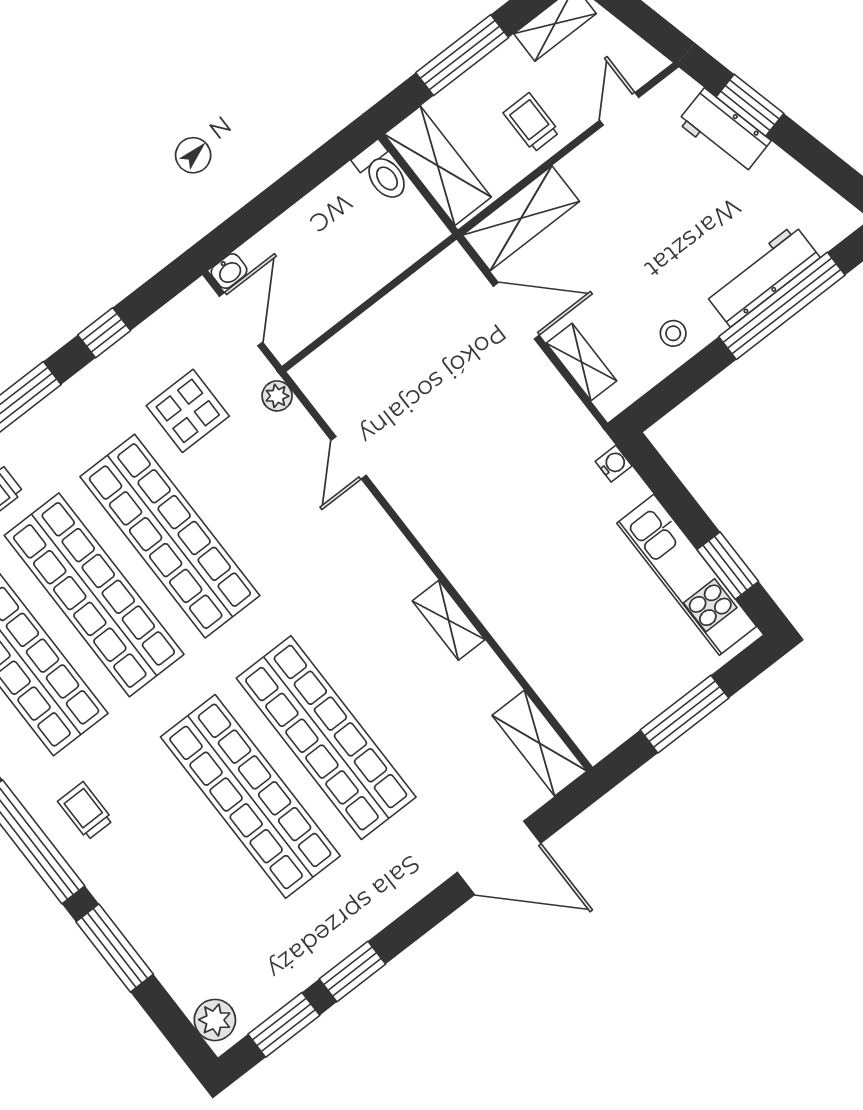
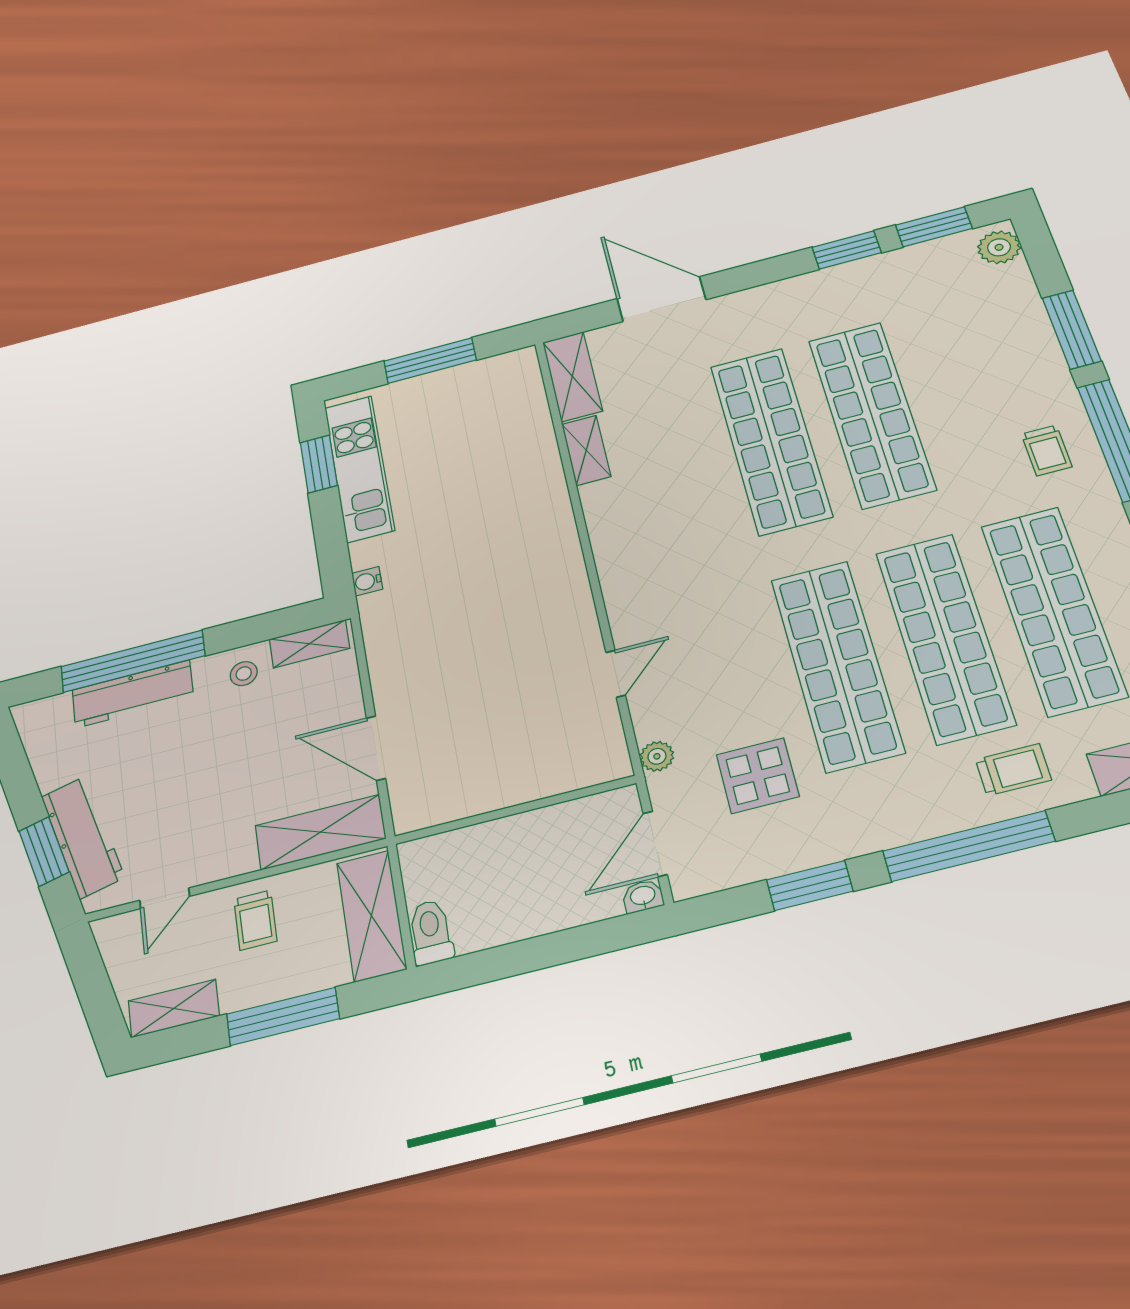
workbench: (724, 131) -> (83, 837), width x1.38
window: (104, 333) -> (810, 886), width x1.50
shelving: (581, 362) -> (309, 644), moved, turned 90
shelving: (449, 620) -> (586, 450), moved

